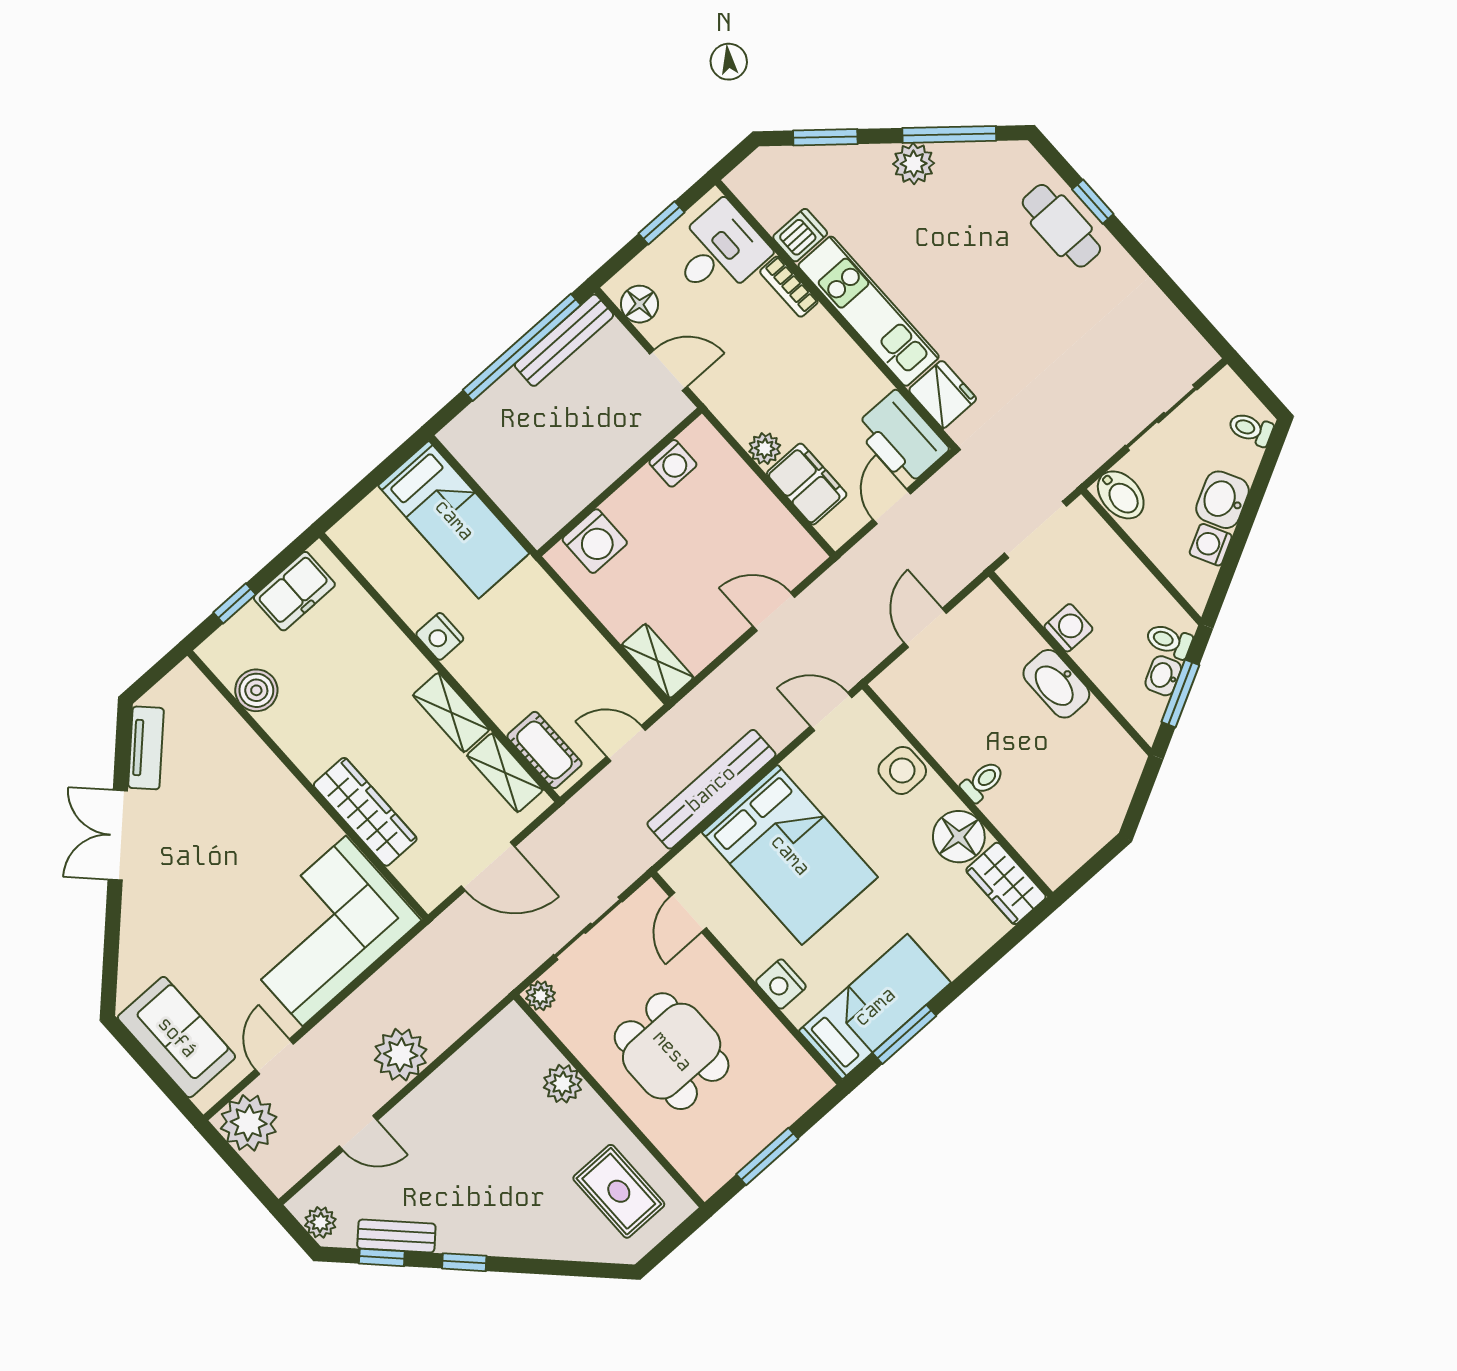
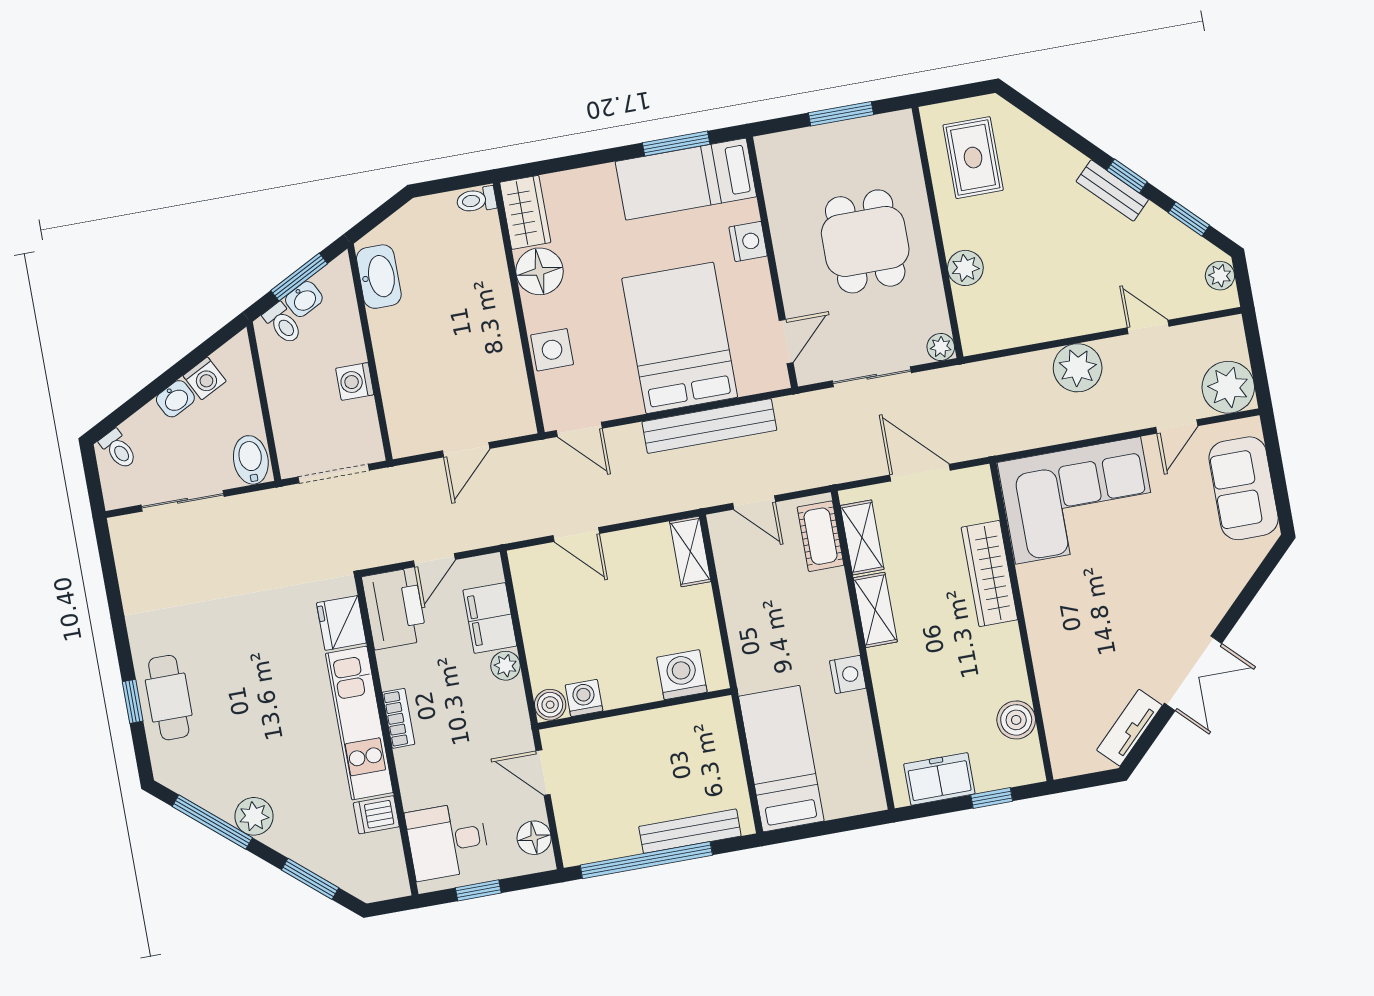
bookcase: (789, 287) -> (398, 718), moved
bench: (564, 340) -> (690, 831), moved
boiler: (701, 438) -> (550, 705), added
washbasin: (1222, 500) -> (175, 399), width x0.72, depth x0.69
washbasin: (1056, 684) -> (379, 277), moved
toilet: (983, 781) -> (476, 200), moved
bench: (396, 1236) -> (1112, 190), moved

